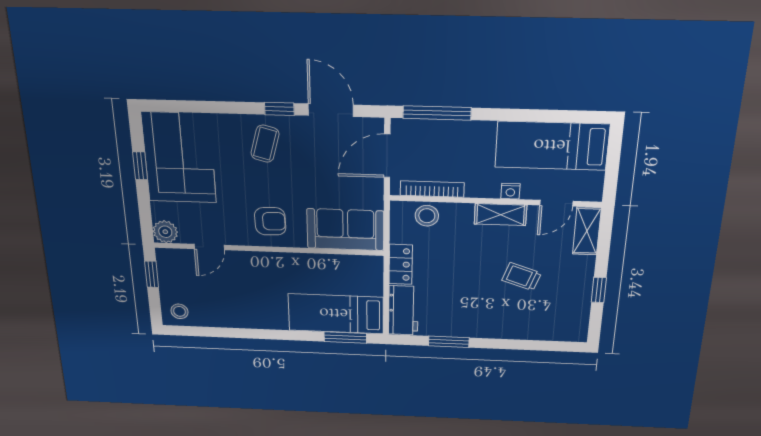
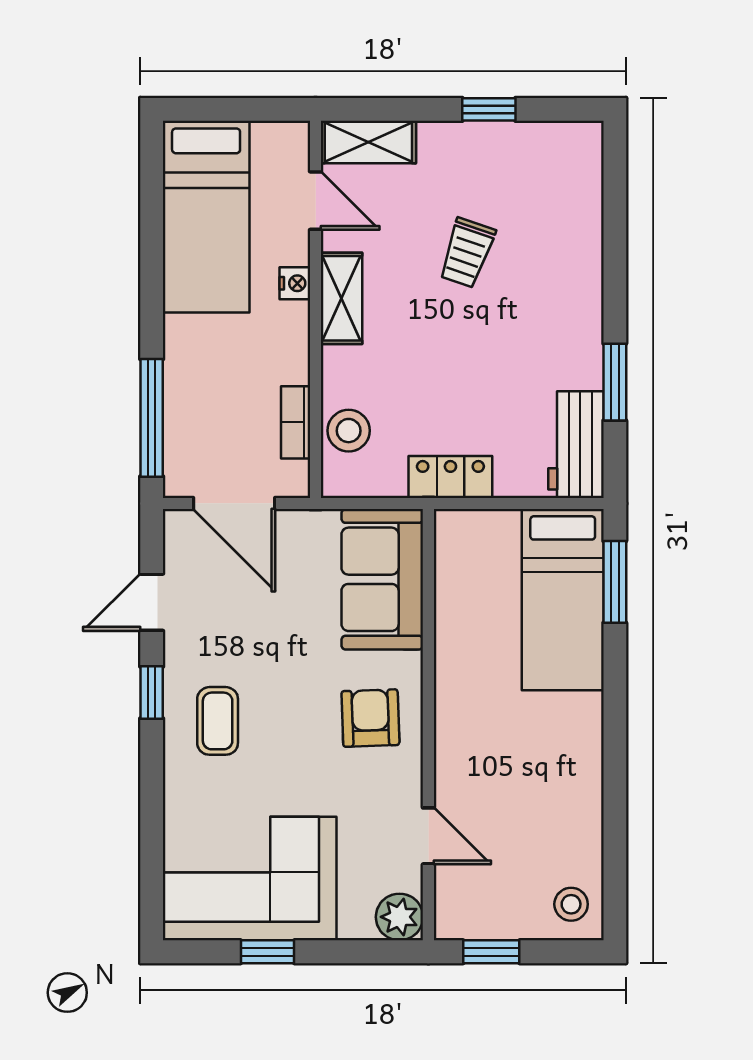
door: (331, 110) -> (152, 602), width x0.73
coffee table: (265, 144) -> (218, 721), turned 75
bookcase: (432, 189) -> (296, 422), width x0.64
workbench: (403, 310) -> (576, 445), moved, turned -90

